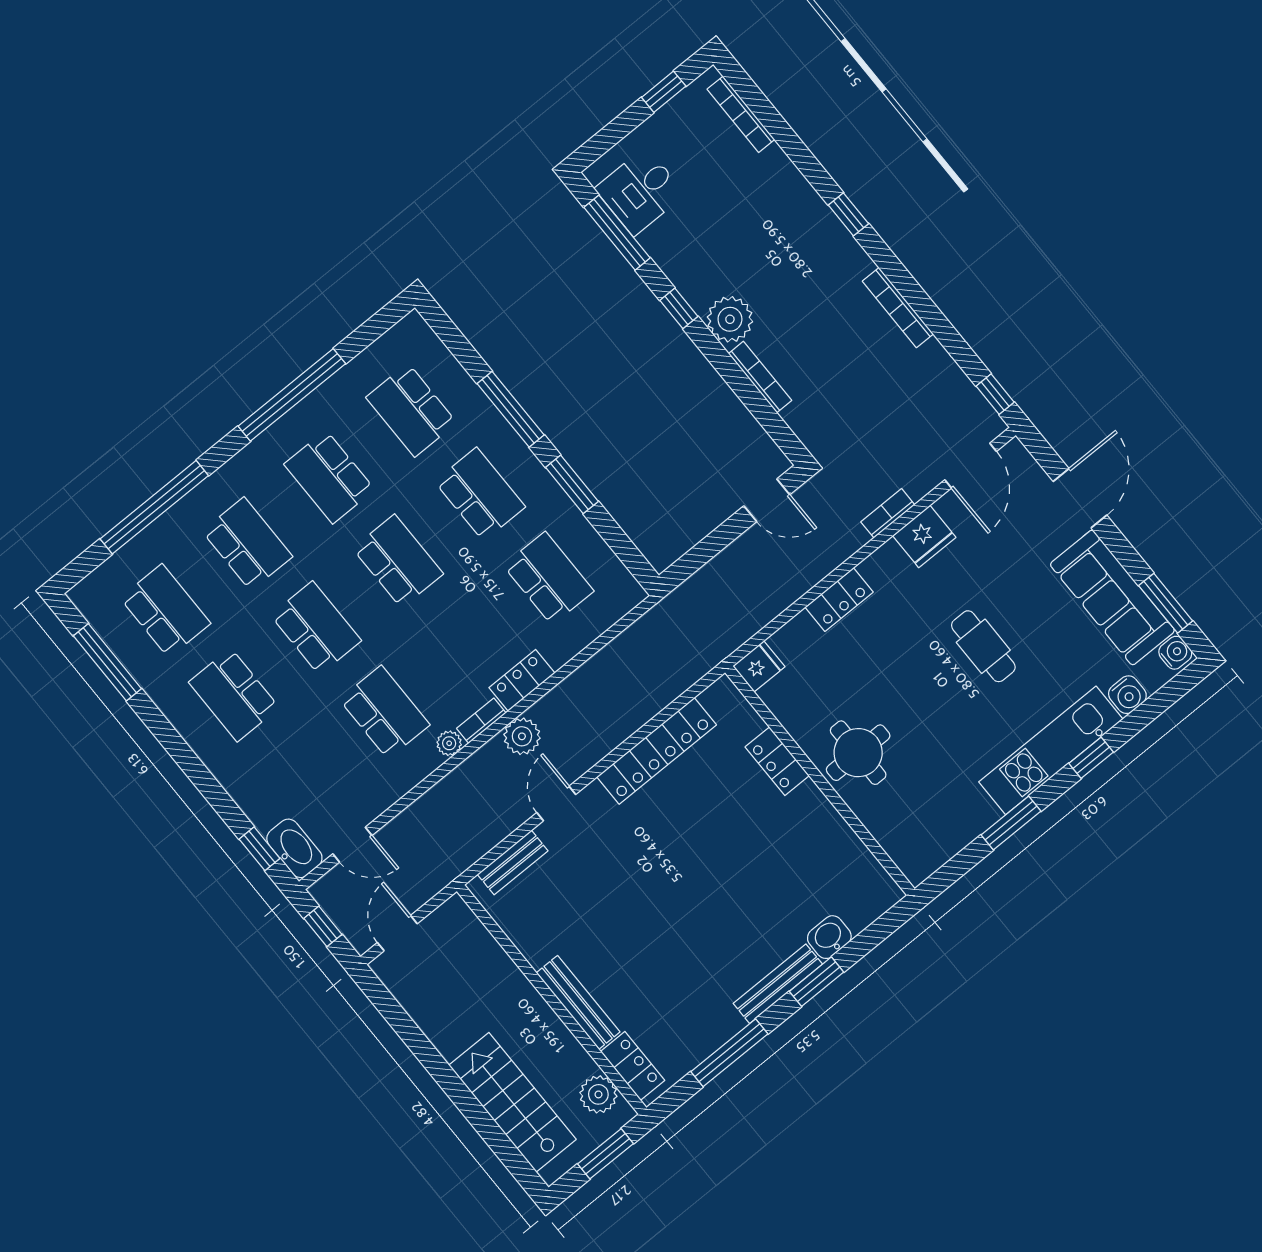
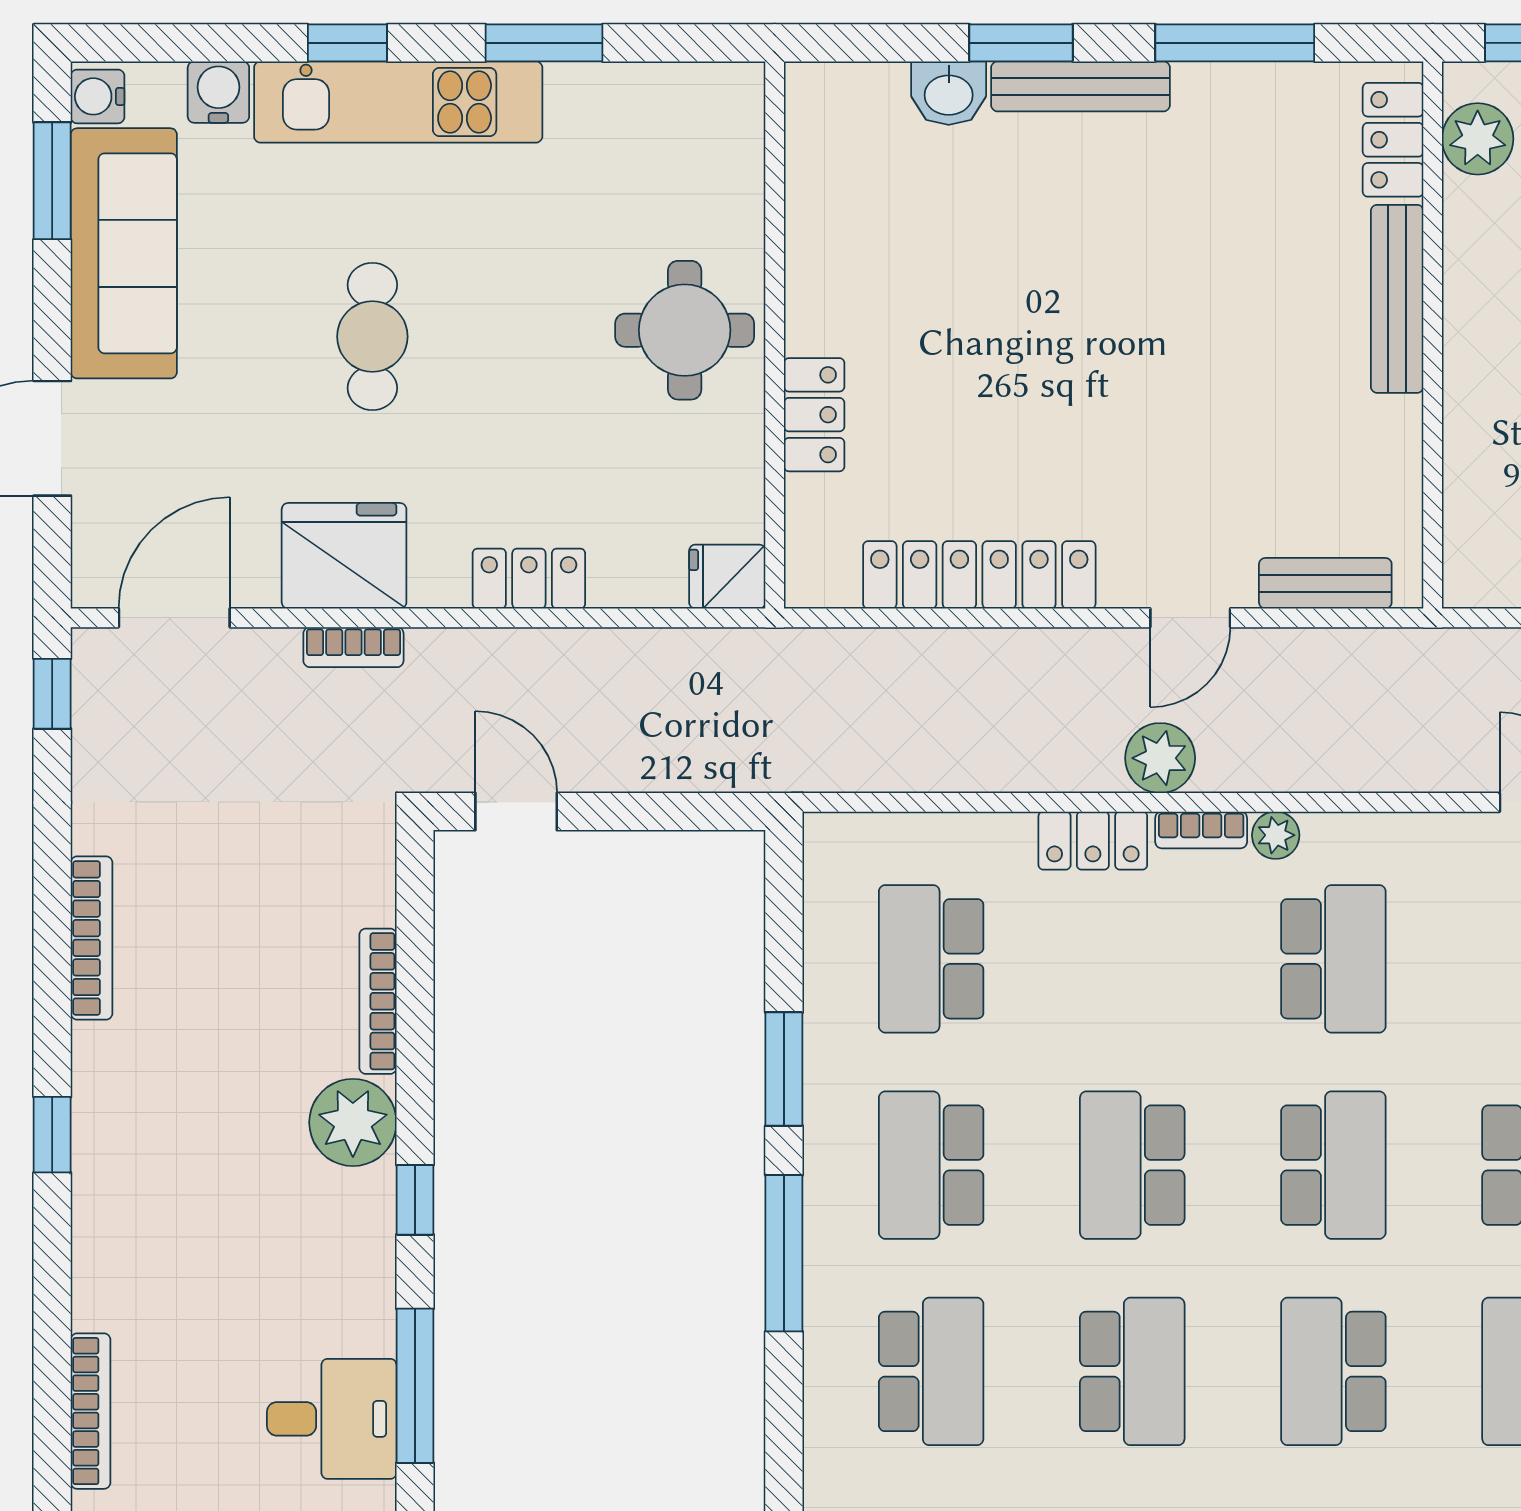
fridge: (924, 536) -> (344, 556), width x1.36, depth x1.34
school desk: (316, 628) -> (1333, 1165), turned 180
school desk: (385, 712) -> (1333, 959), turned 180

